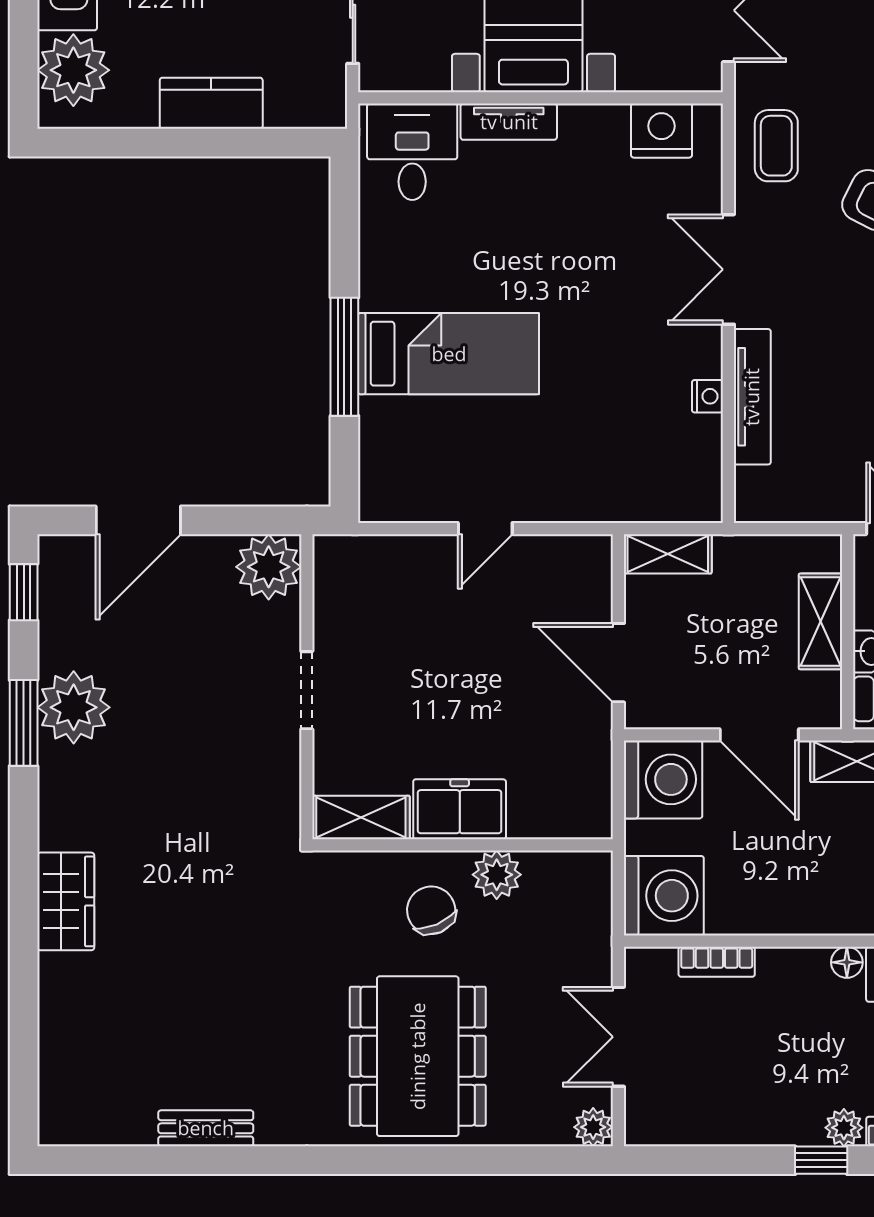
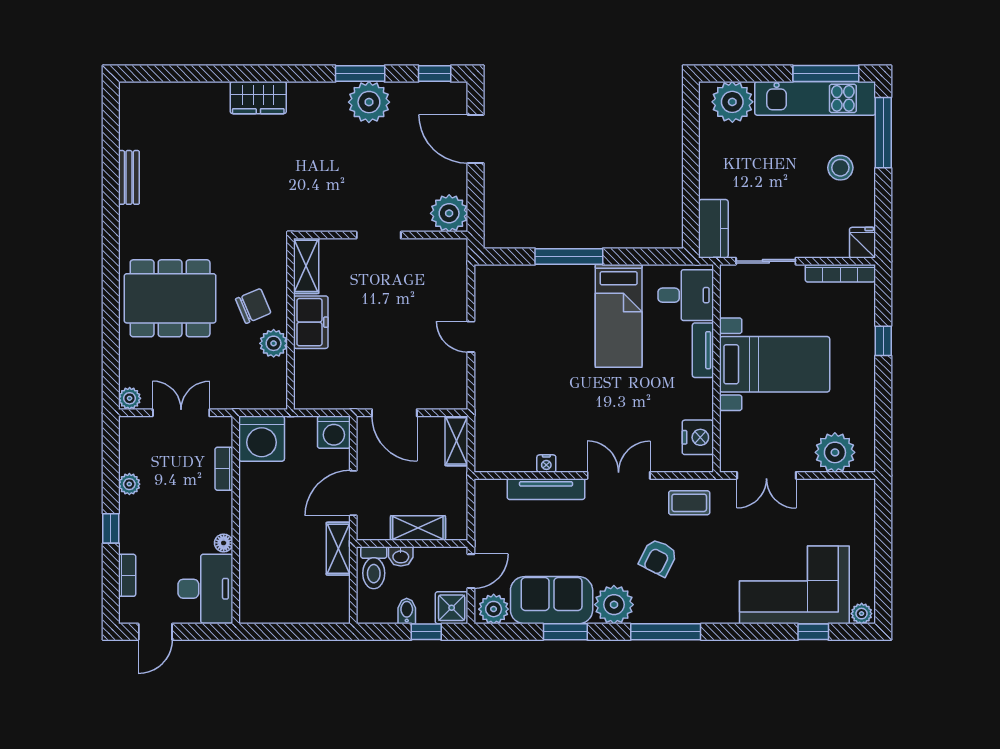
kitchen counter: (211, 103) -> (713, 229), moved
bed: (449, 354) -> (619, 316), moved
door: (618, 663) -> (394, 413), swing flipped
washing machine: (663, 779) -> (334, 432), width x0.73, depth x0.73
plant: (844, 1128) -> (129, 484), moved

